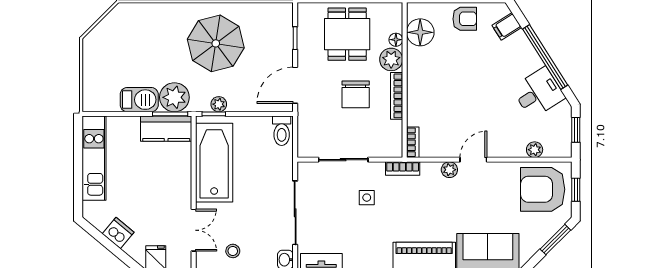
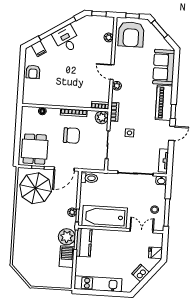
armchair: (465, 19) -> (33, 72), turned 180
floor lamp: (420, 32) -> (39, 97), removed
dining table: (347, 34) -> (35, 149), moved, turned 90
parasol: (216, 43) -> (36, 188), moved
plant: (391, 59) -> (102, 117), moved
door: (295, 85) -> (64, 169), hinge flipped
desk: (538, 93) -> (66, 39), moved

